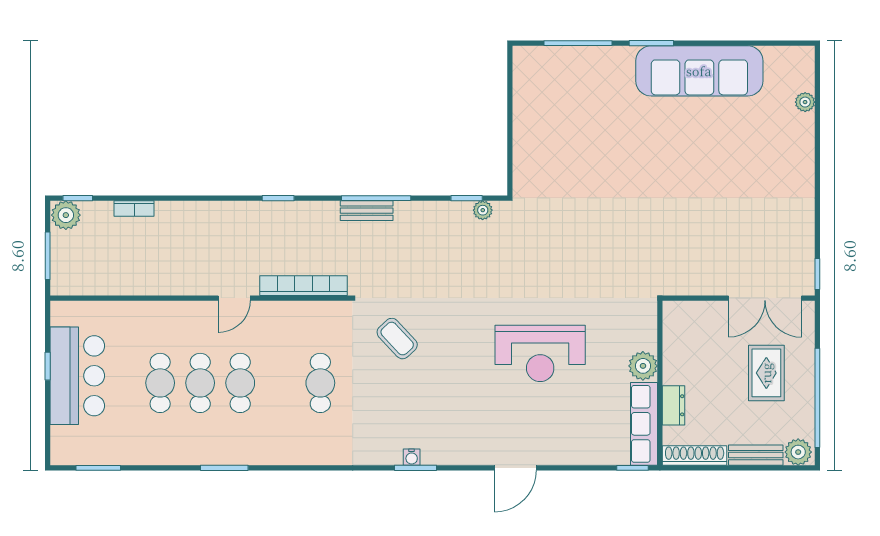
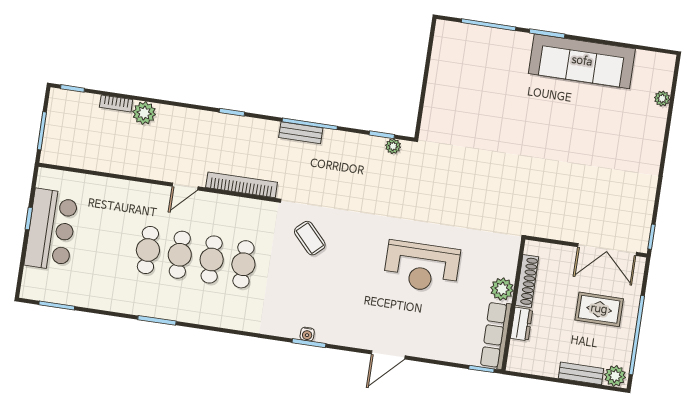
plant: (66, 215) -> (144, 113), moved
rug: (766, 373) -> (599, 309), turned 90
cafe table: (160, 383) -> (212, 260), moved
shoe rack: (695, 455) -> (527, 281), moved, turned 90

